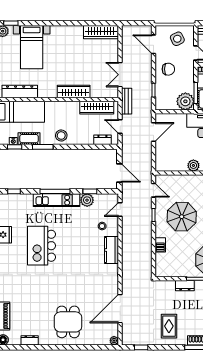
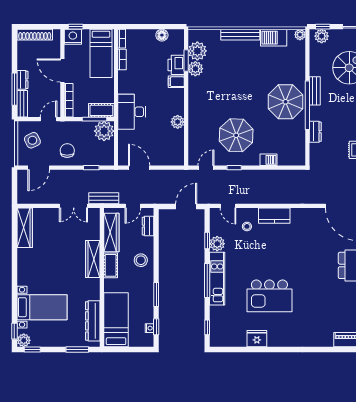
stool: (61, 136) -> (141, 260), moved
cot: (29, 139) -> (111, 265), moved

